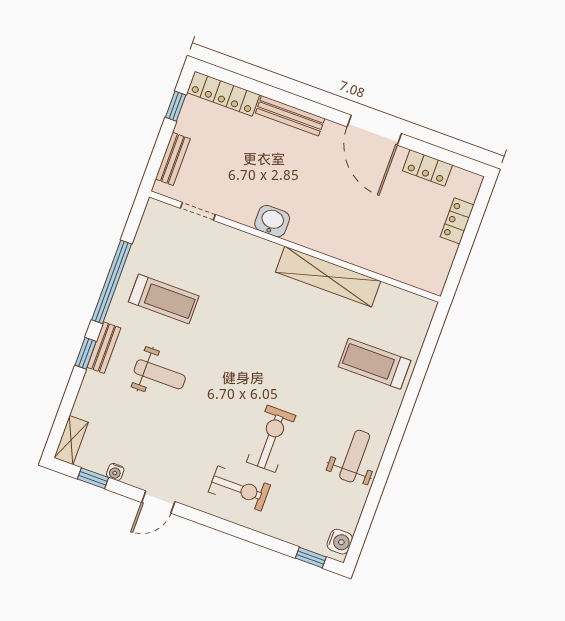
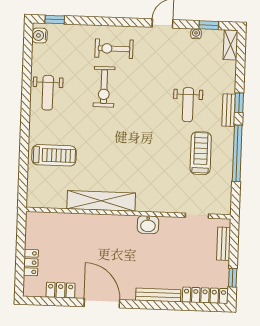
treadmill: (164, 299) -> (201, 153), turned 90
weight bench: (160, 374) -> (188, 105), turned -90

